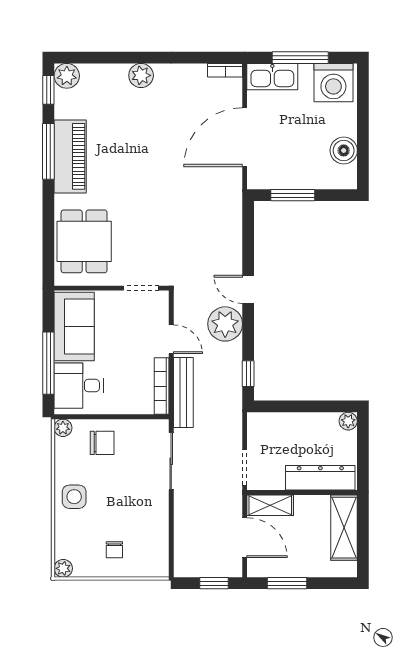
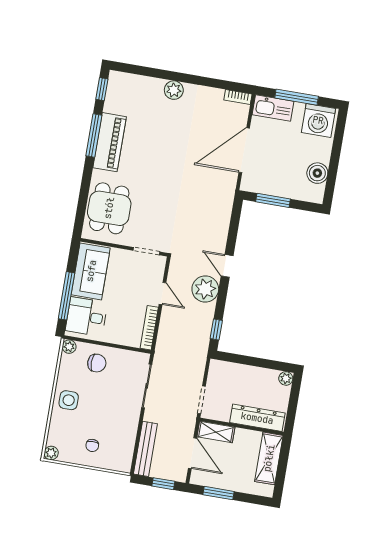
plant: (67, 76) -> (118, 81), removed
bench: (183, 392) -> (145, 449), moved

